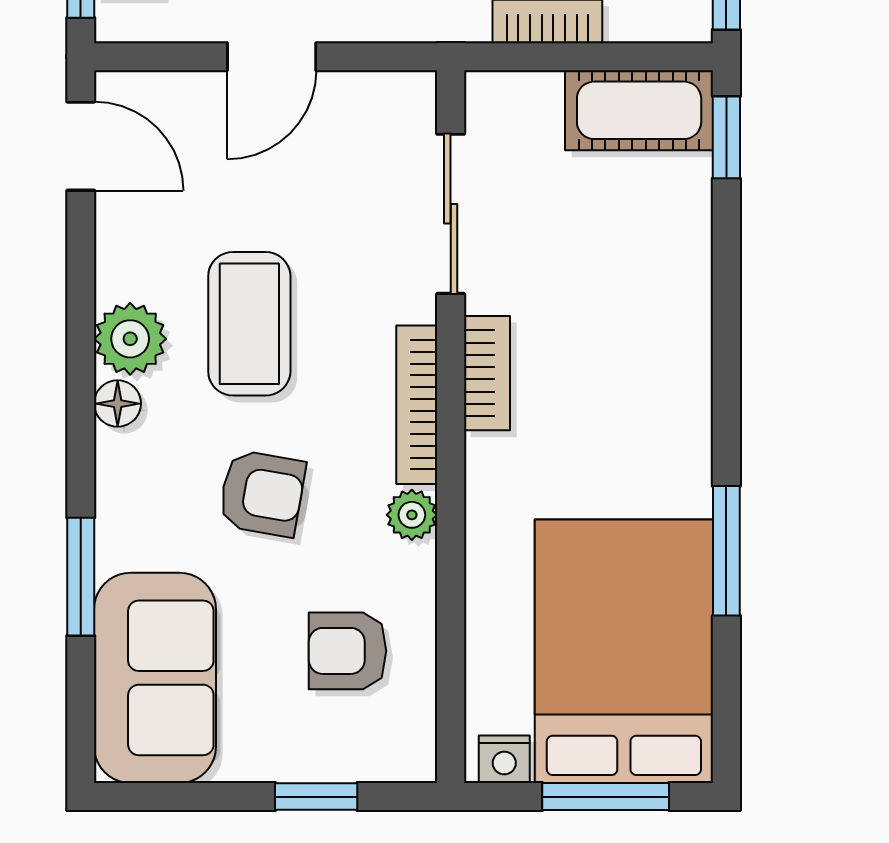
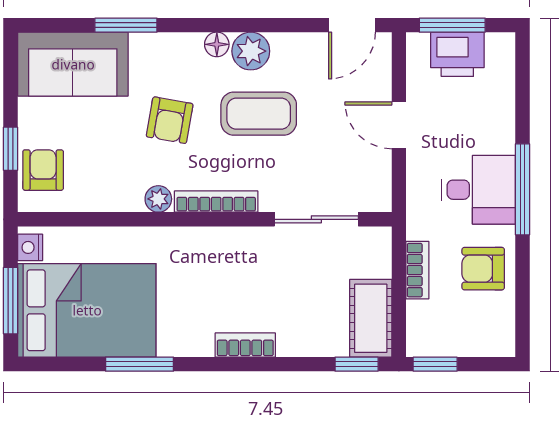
bookcase: (487, 373) -> (245, 345), moved, turned 180
armchair: (348, 651) -> (43, 170), moved

